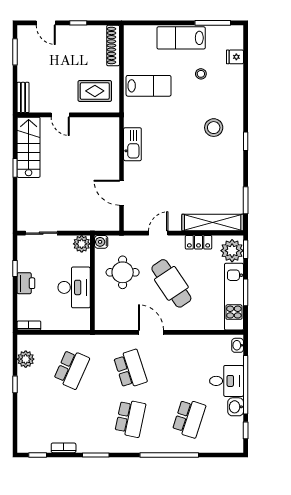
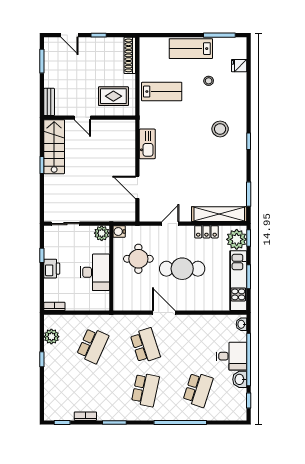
cafe table: (171, 283) -> (182, 269), turned -56

